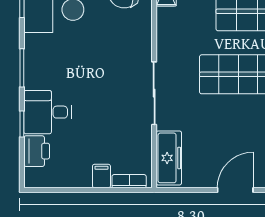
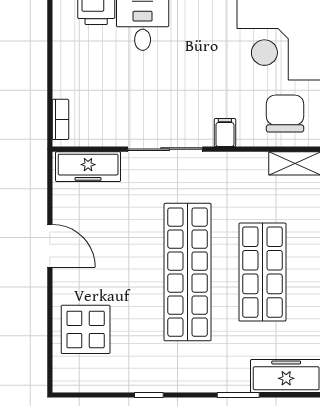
filing cabinet: (101, 176) -> (225, 133), moved, turned -90

